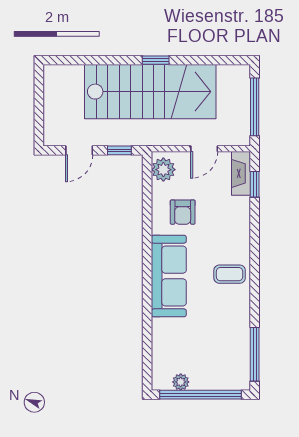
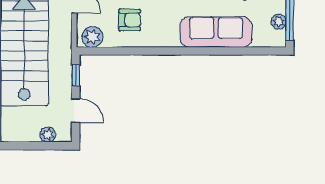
plant: (52, 119) -> (48, 135), added
sofa: (169, 276) -> (216, 32), moved

